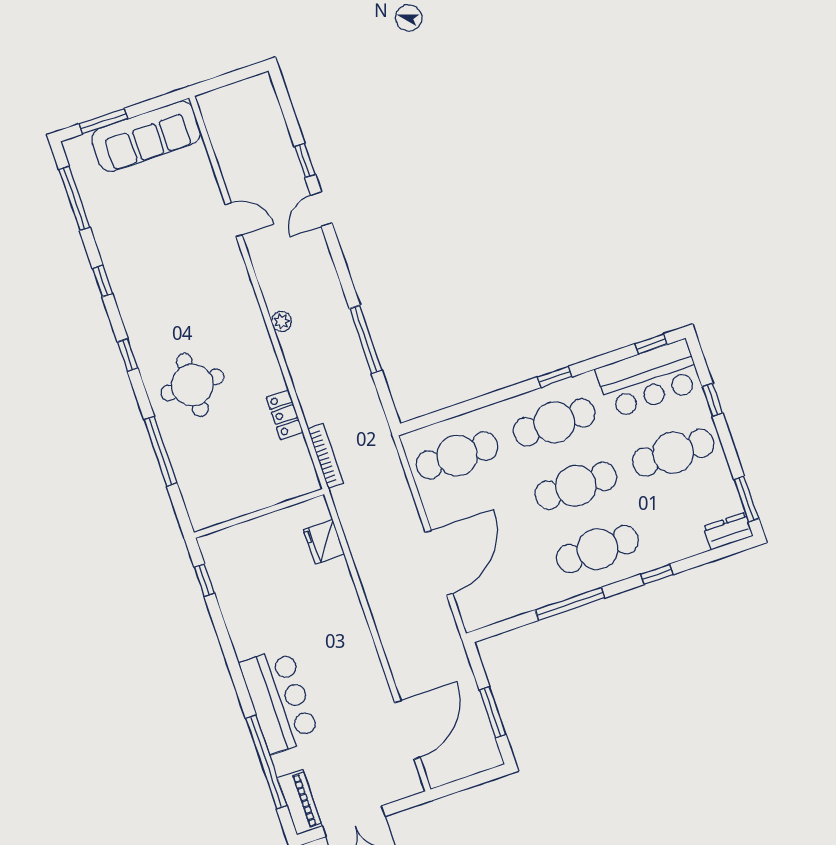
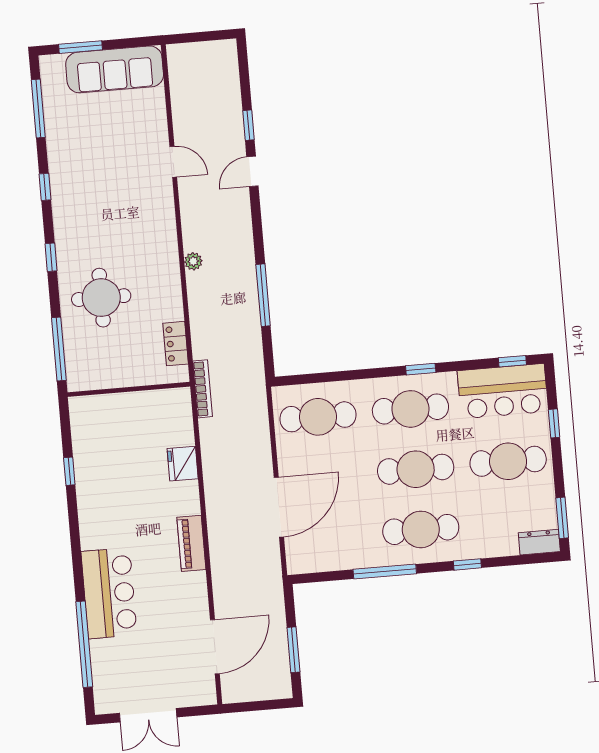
wall: (259, 513) -> (129, 389), moved
piano: (300, 802) -> (191, 543), moved, turned 180

